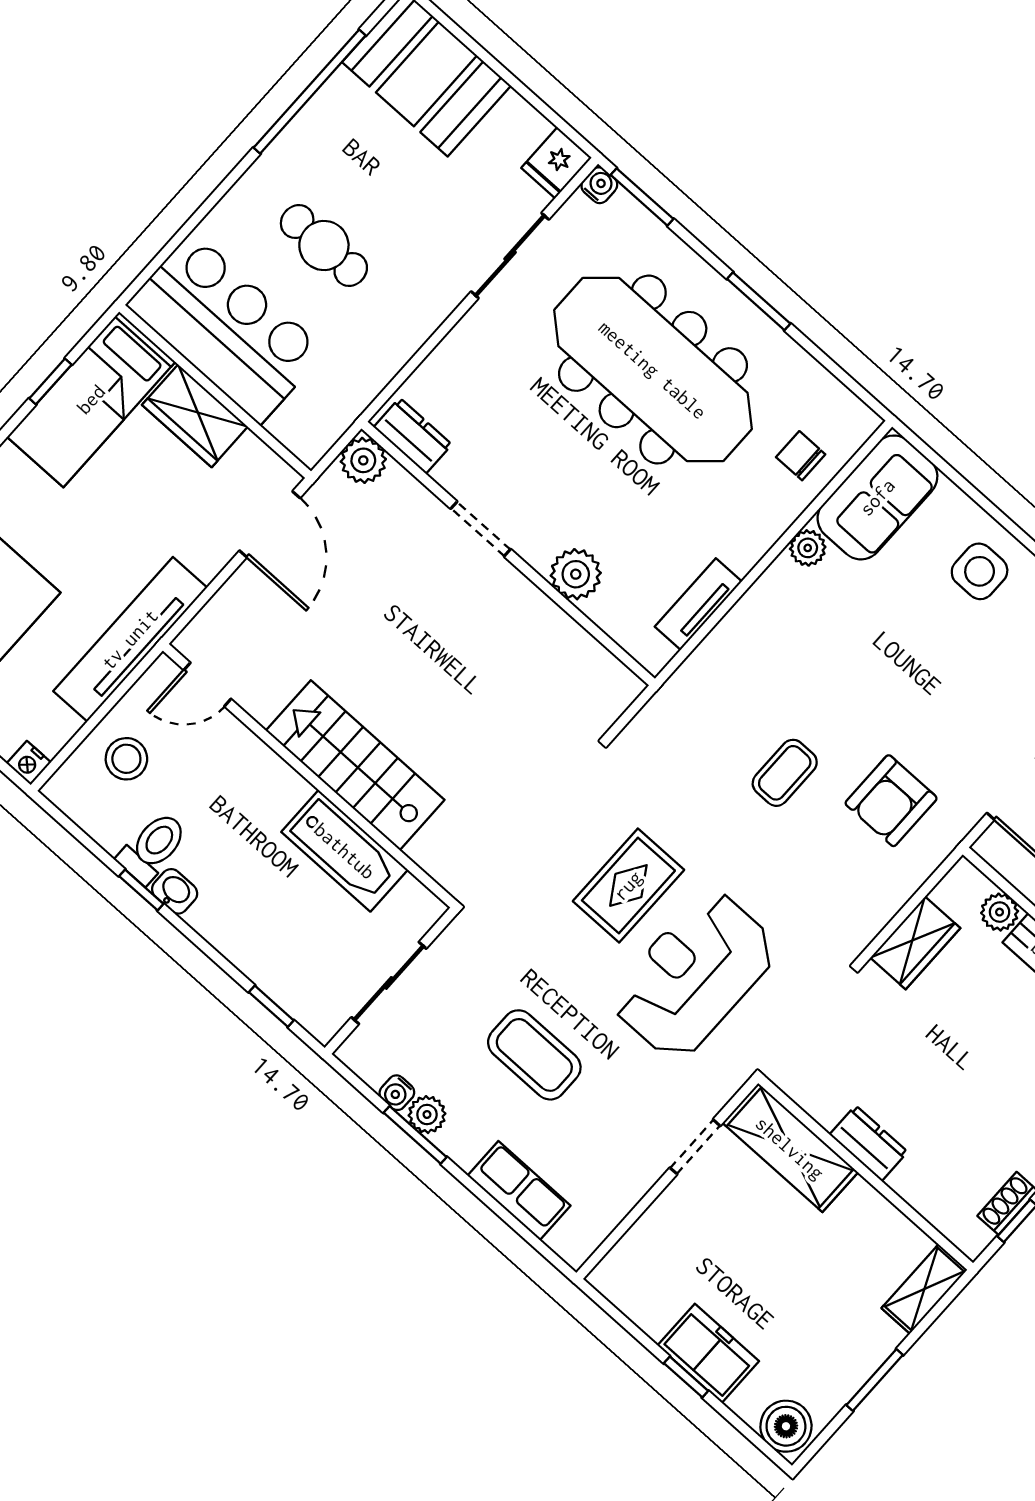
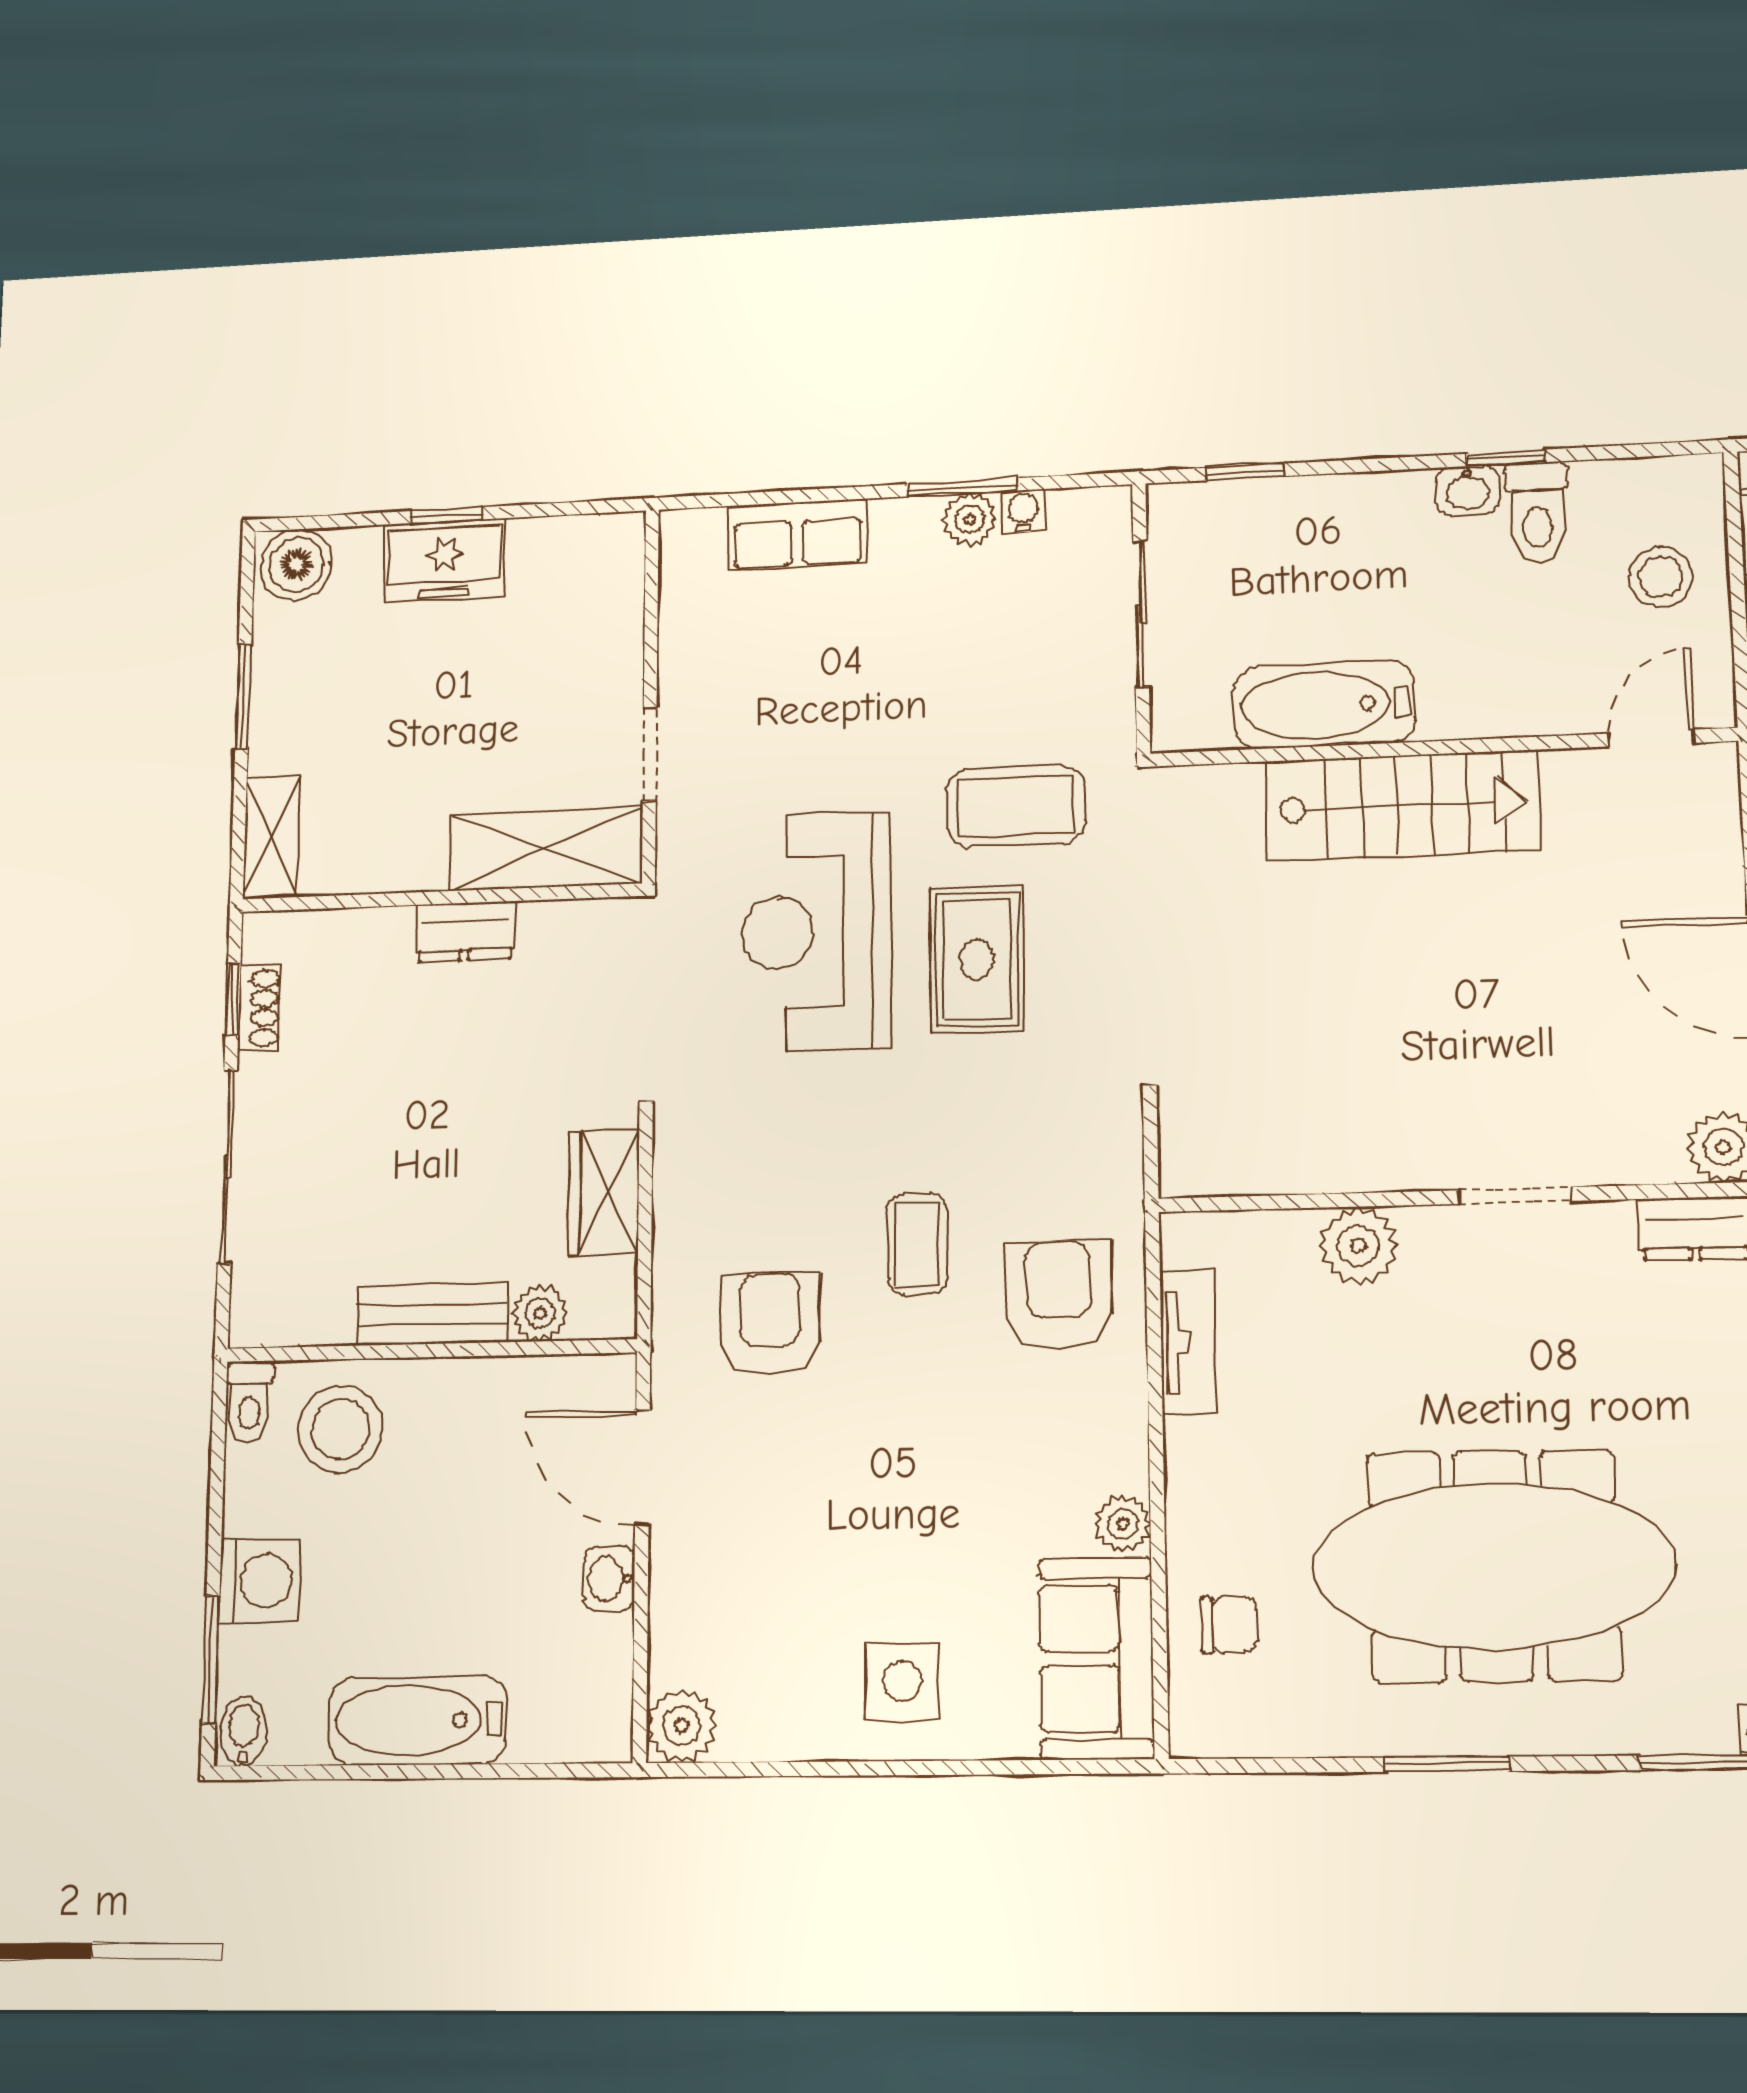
armchair: (739, 684) -> (1059, 1294), added
reception desk: (694, 975) -> (816, 931), turned 180
coffee table: (534, 1055) -> (1016, 806), moved

